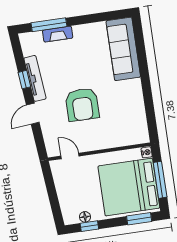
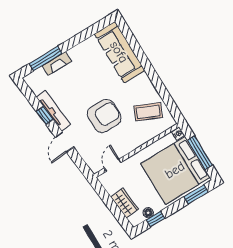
armchair: (82, 105) -> (104, 116), turned -90
coffee table: (127, 119) -> (148, 112), added
door: (70, 156) -> (113, 165), hinge flipped
wardrobe: (66, 198) -> (125, 203), added

